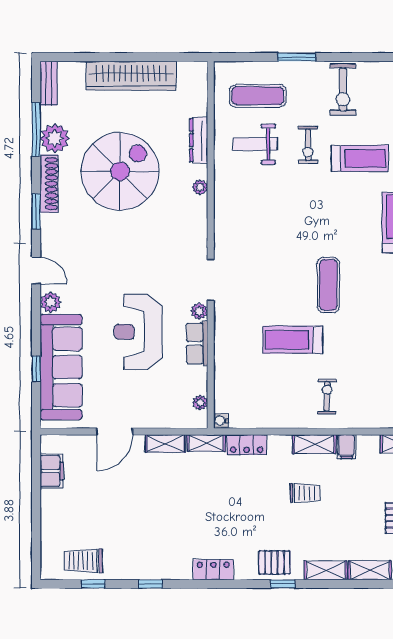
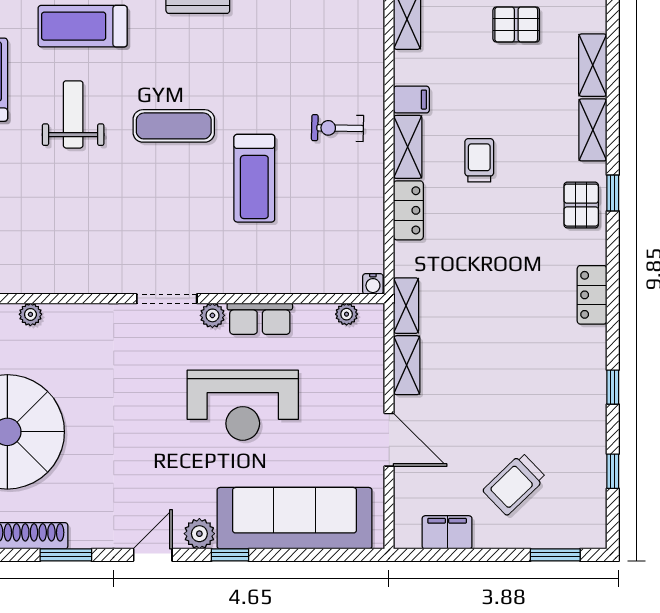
weight bench: (336, 216) -> (73, 114), added
window: (36, 369) -> (230, 555), moved
locker: (247, 445) -> (408, 210), moved
window: (36, 545) -> (555, 555), added
trolley: (83, 561) -> (514, 484), moved, turned 46

